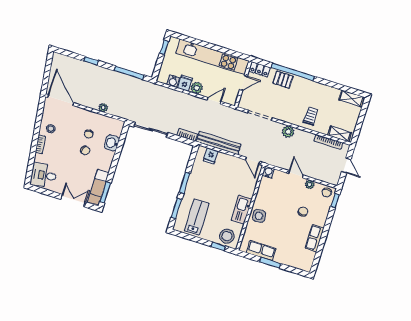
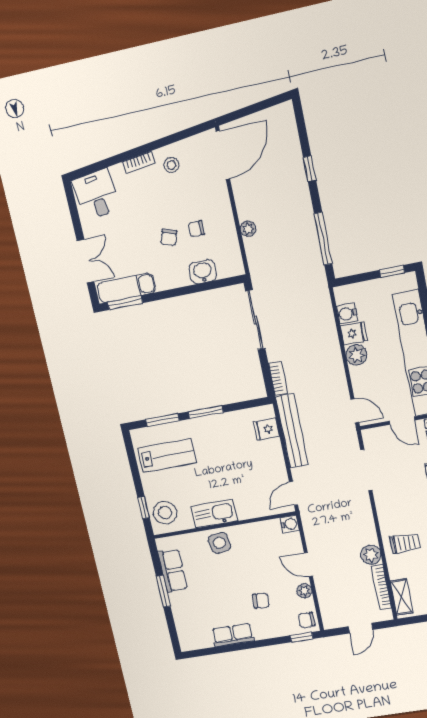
door: (214, 101) -> (355, 411), moved
plant: (288, 132) -> (371, 555), moved
door: (296, 174) -> (308, 565), swing flipped

